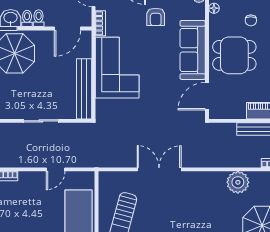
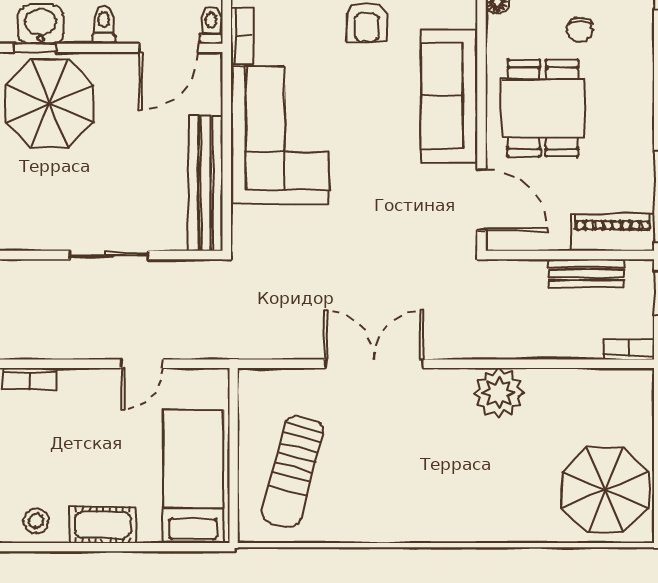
toilet: (27, 18) -> (211, 25), moved
dining table: (234, 55) -> (543, 108), turned 90
door: (207, 96) -> (482, 200), swing flipped
plant: (238, 182) -> (499, 393), moved

